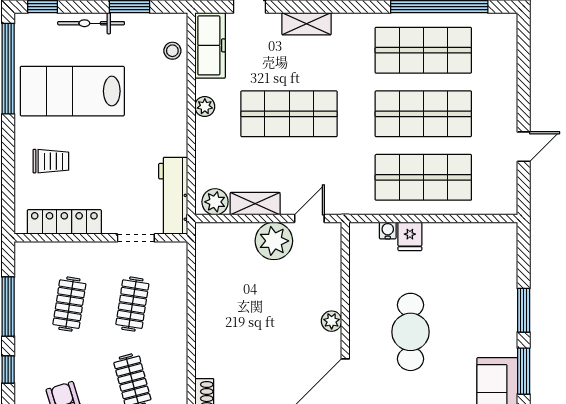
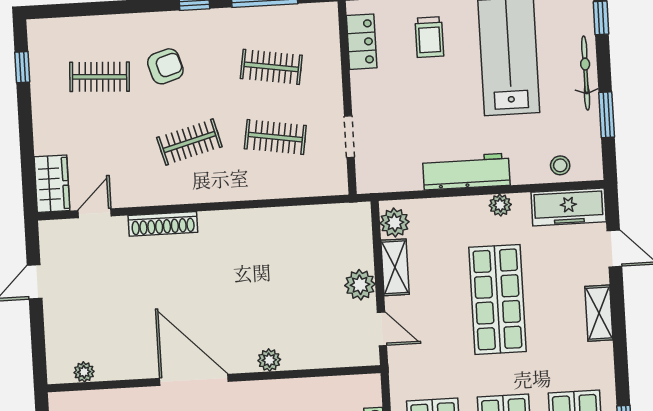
workbench: (173, 196) -> (466, 172), moved
locker: (64, 222) -> (362, 42), width x0.66
plant: (274, 241) -> (360, 285), width x0.73, depth x0.73

